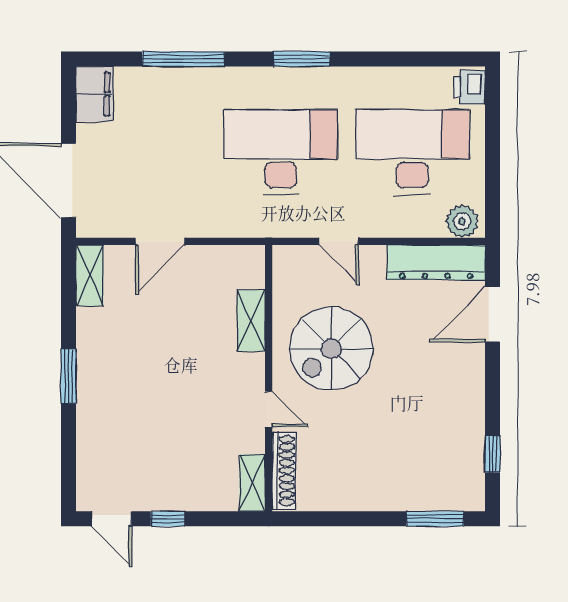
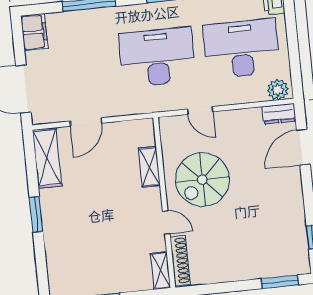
dresser: (436, 262) -> (279, 114), width x0.51, depth x0.80
shelving: (90, 275) -> (47, 158), width x1.50, depth x1.33

